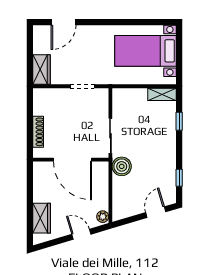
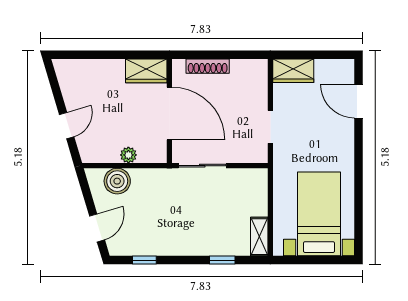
door: (73, 160) -> (169, 113), swing flipped
boiler: (122, 166) -> (117, 181), moved
door: (156, 212) -> (97, 228), hinge flipped
plant: (103, 217) -> (128, 155), moved
wardrobe: (42, 218) -> (146, 71), moved

